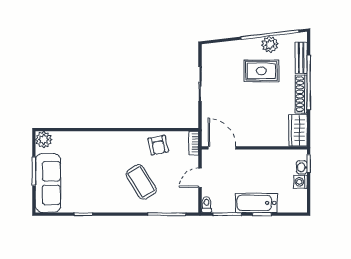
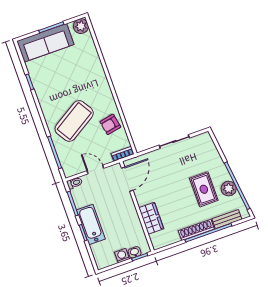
wardrobe: (298, 130) -> (151, 218), moved, turned 90
coffee table: (141, 182) -> (74, 121), width x1.36, depth x1.32

